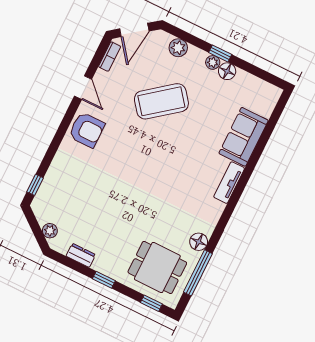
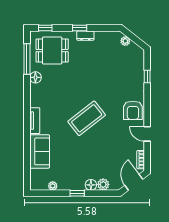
plant: (213, 62) -> (53, 186), moved
floor lamp: (227, 71) -> (91, 185), moved
coffee table: (161, 101) -> (87, 118), moved
armchair: (87, 130) -> (133, 110), turned -90
window: (35, 185) -> (147, 77), moved
dresser: (81, 255) -> (85, 36), moved

